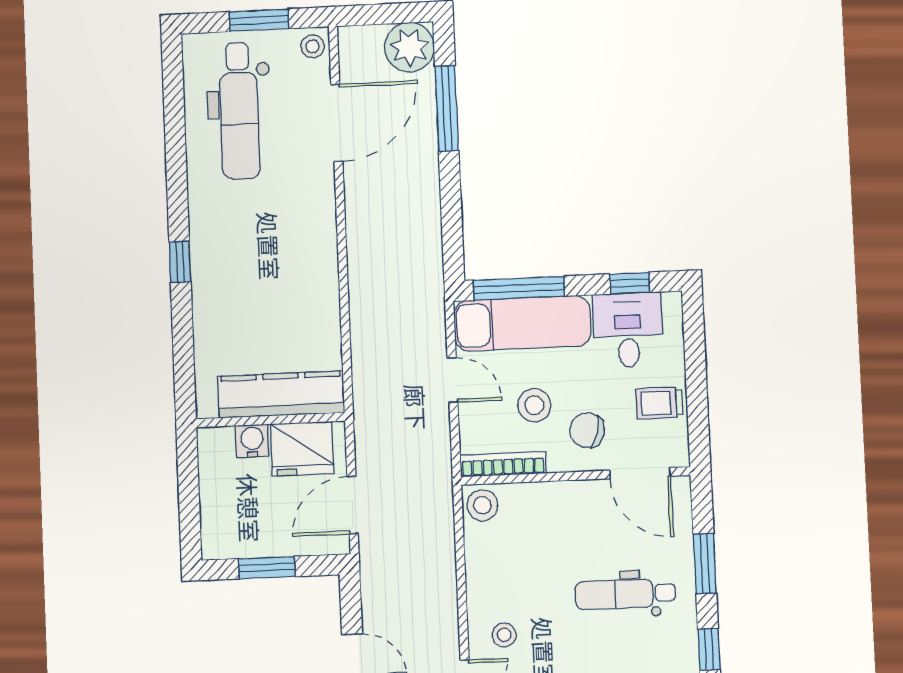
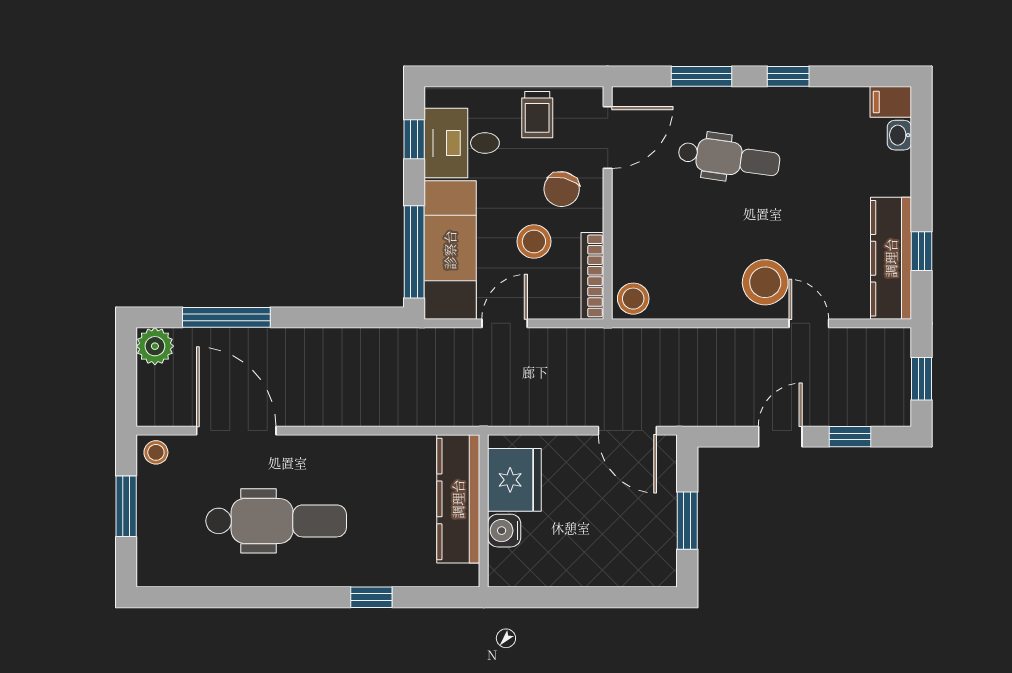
plant: (409, 47) -> (155, 346), width x0.73, depth x0.73
dental chair: (239, 111) -> (276, 521), moved
kitchen counter: (281, 395) -> (458, 499), moved
wall: (270, 420) -> (484, 511), moved
water cooler: (252, 441) -> (504, 531), moved
fridge: (302, 449) -> (514, 480), moved
dental chair: (625, 594) -> (729, 158), turned -82
stool: (504, 635) -> (765, 282), width x1.89, depth x1.89

